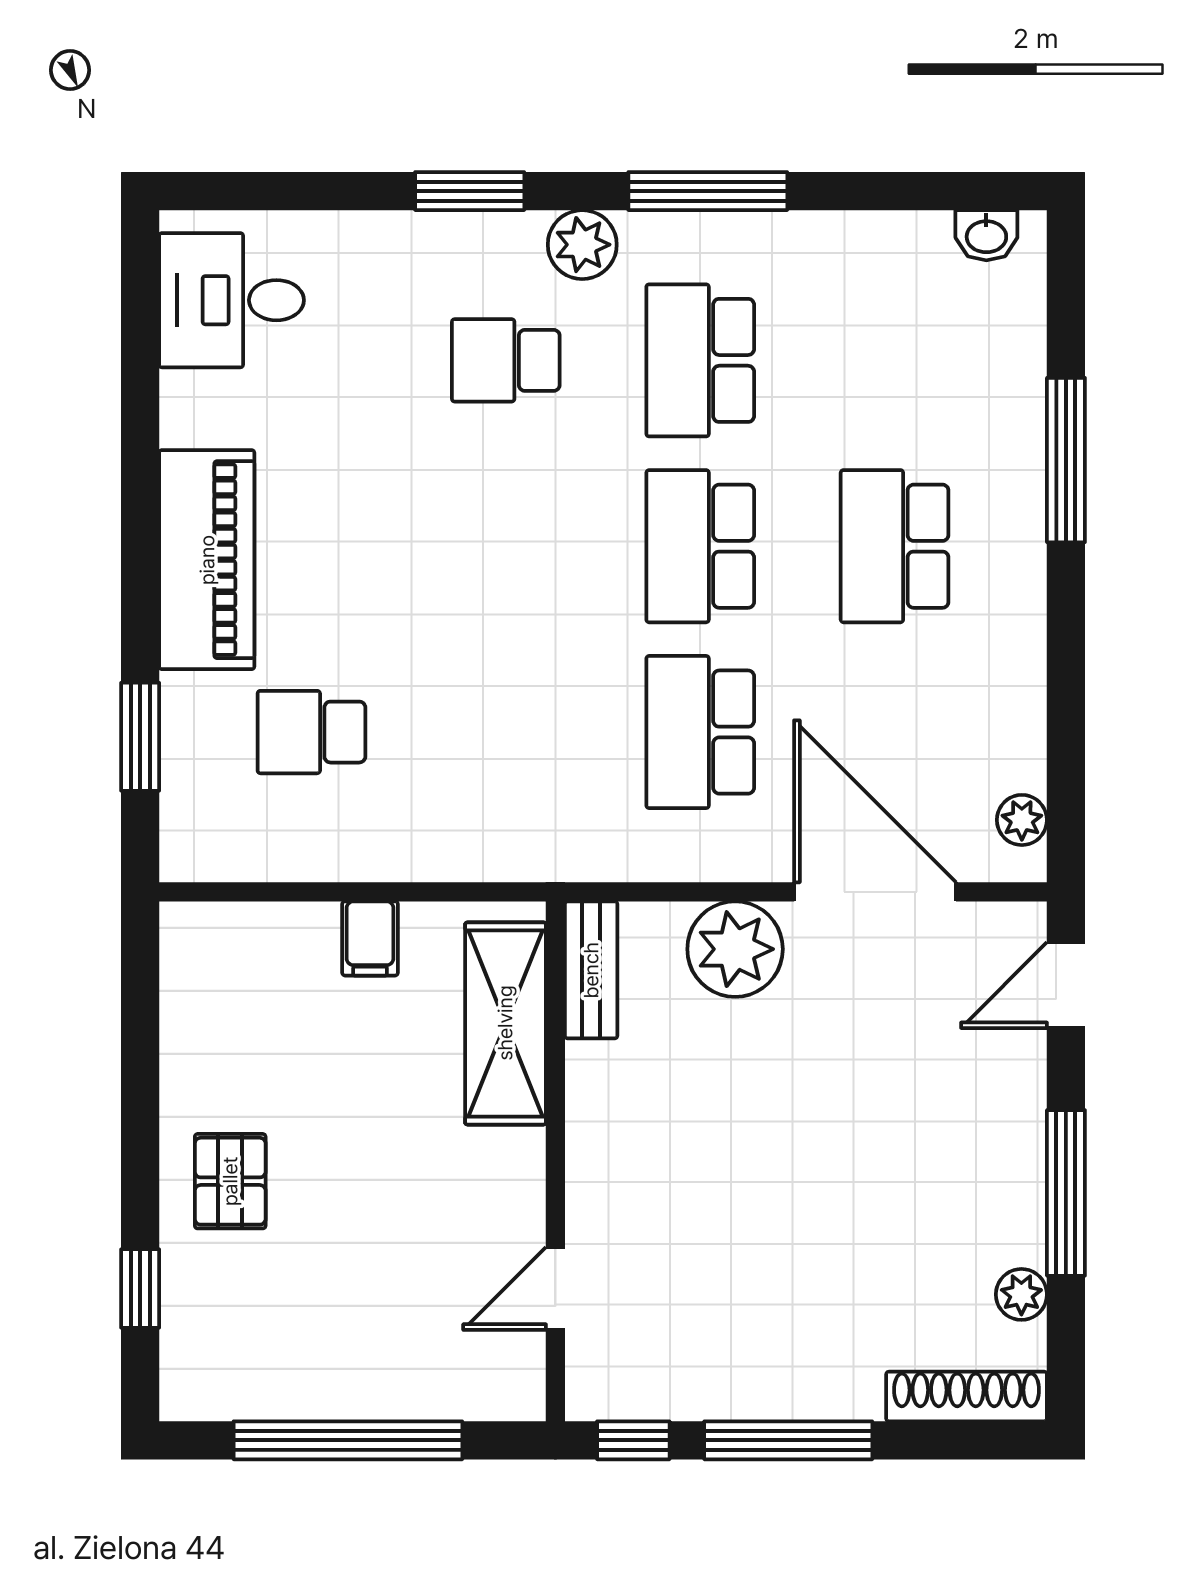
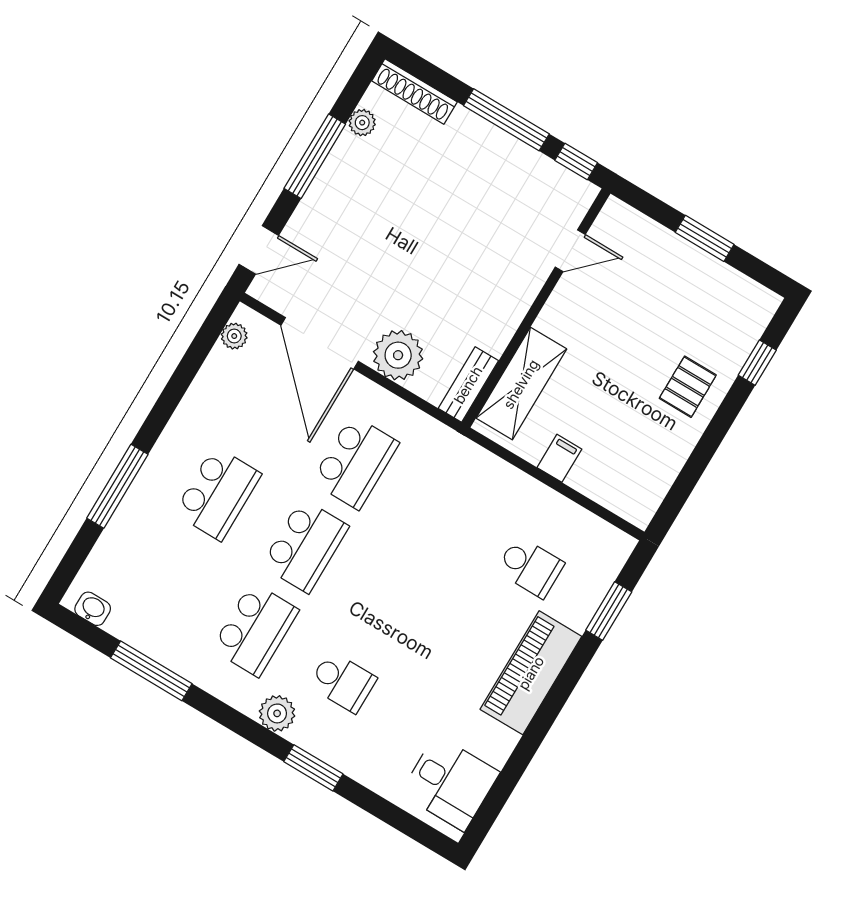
window: (708, 191) -> (151, 671), moved
window: (348, 1440) -> (705, 238), width x0.47

